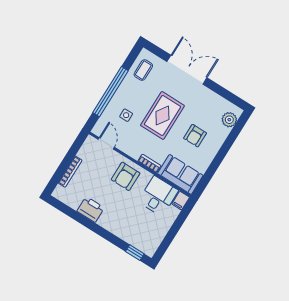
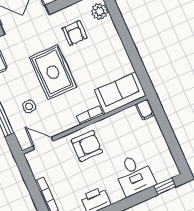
armchair: (195, 136) -> (75, 33), moved
armchair: (126, 176) -> (87, 146), turned -89
desk: (158, 196) -> (135, 175), moved, turned 180

